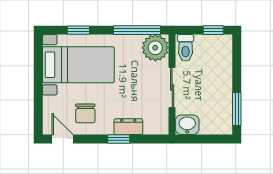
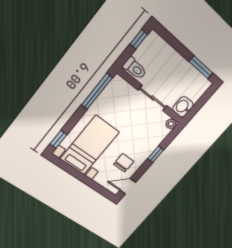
window: (78, 30) -> (58, 139), moved
plant: (155, 48) -> (171, 124), moved, width x0.53, depth x0.53
chair: (85, 113) -> (124, 163), turned -90
dresser: (128, 127) -> (153, 143), removed

